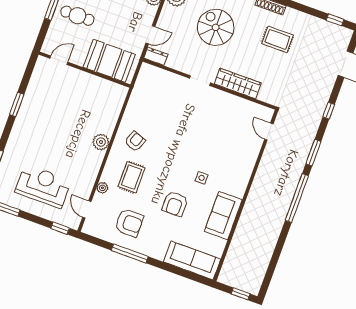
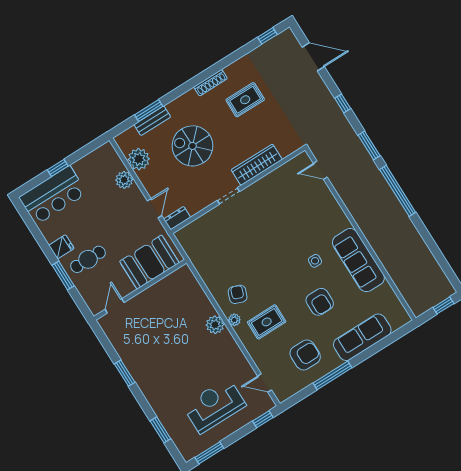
rug: (131, 177) -> (267, 322), turned 90
plant: (102, 188) -> (234, 320), moved
sofa: (223, 216) -> (358, 260), width x1.36
sofa: (192, 261) -> (362, 337), moved

